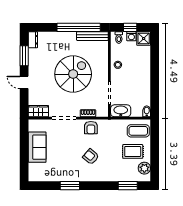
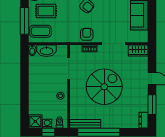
spiral stairs: (73, 74) -> (104, 87), turned 180
washbasin: (121, 111) -> (46, 51), moved
window: (155, 141) -> (24, 21), added

